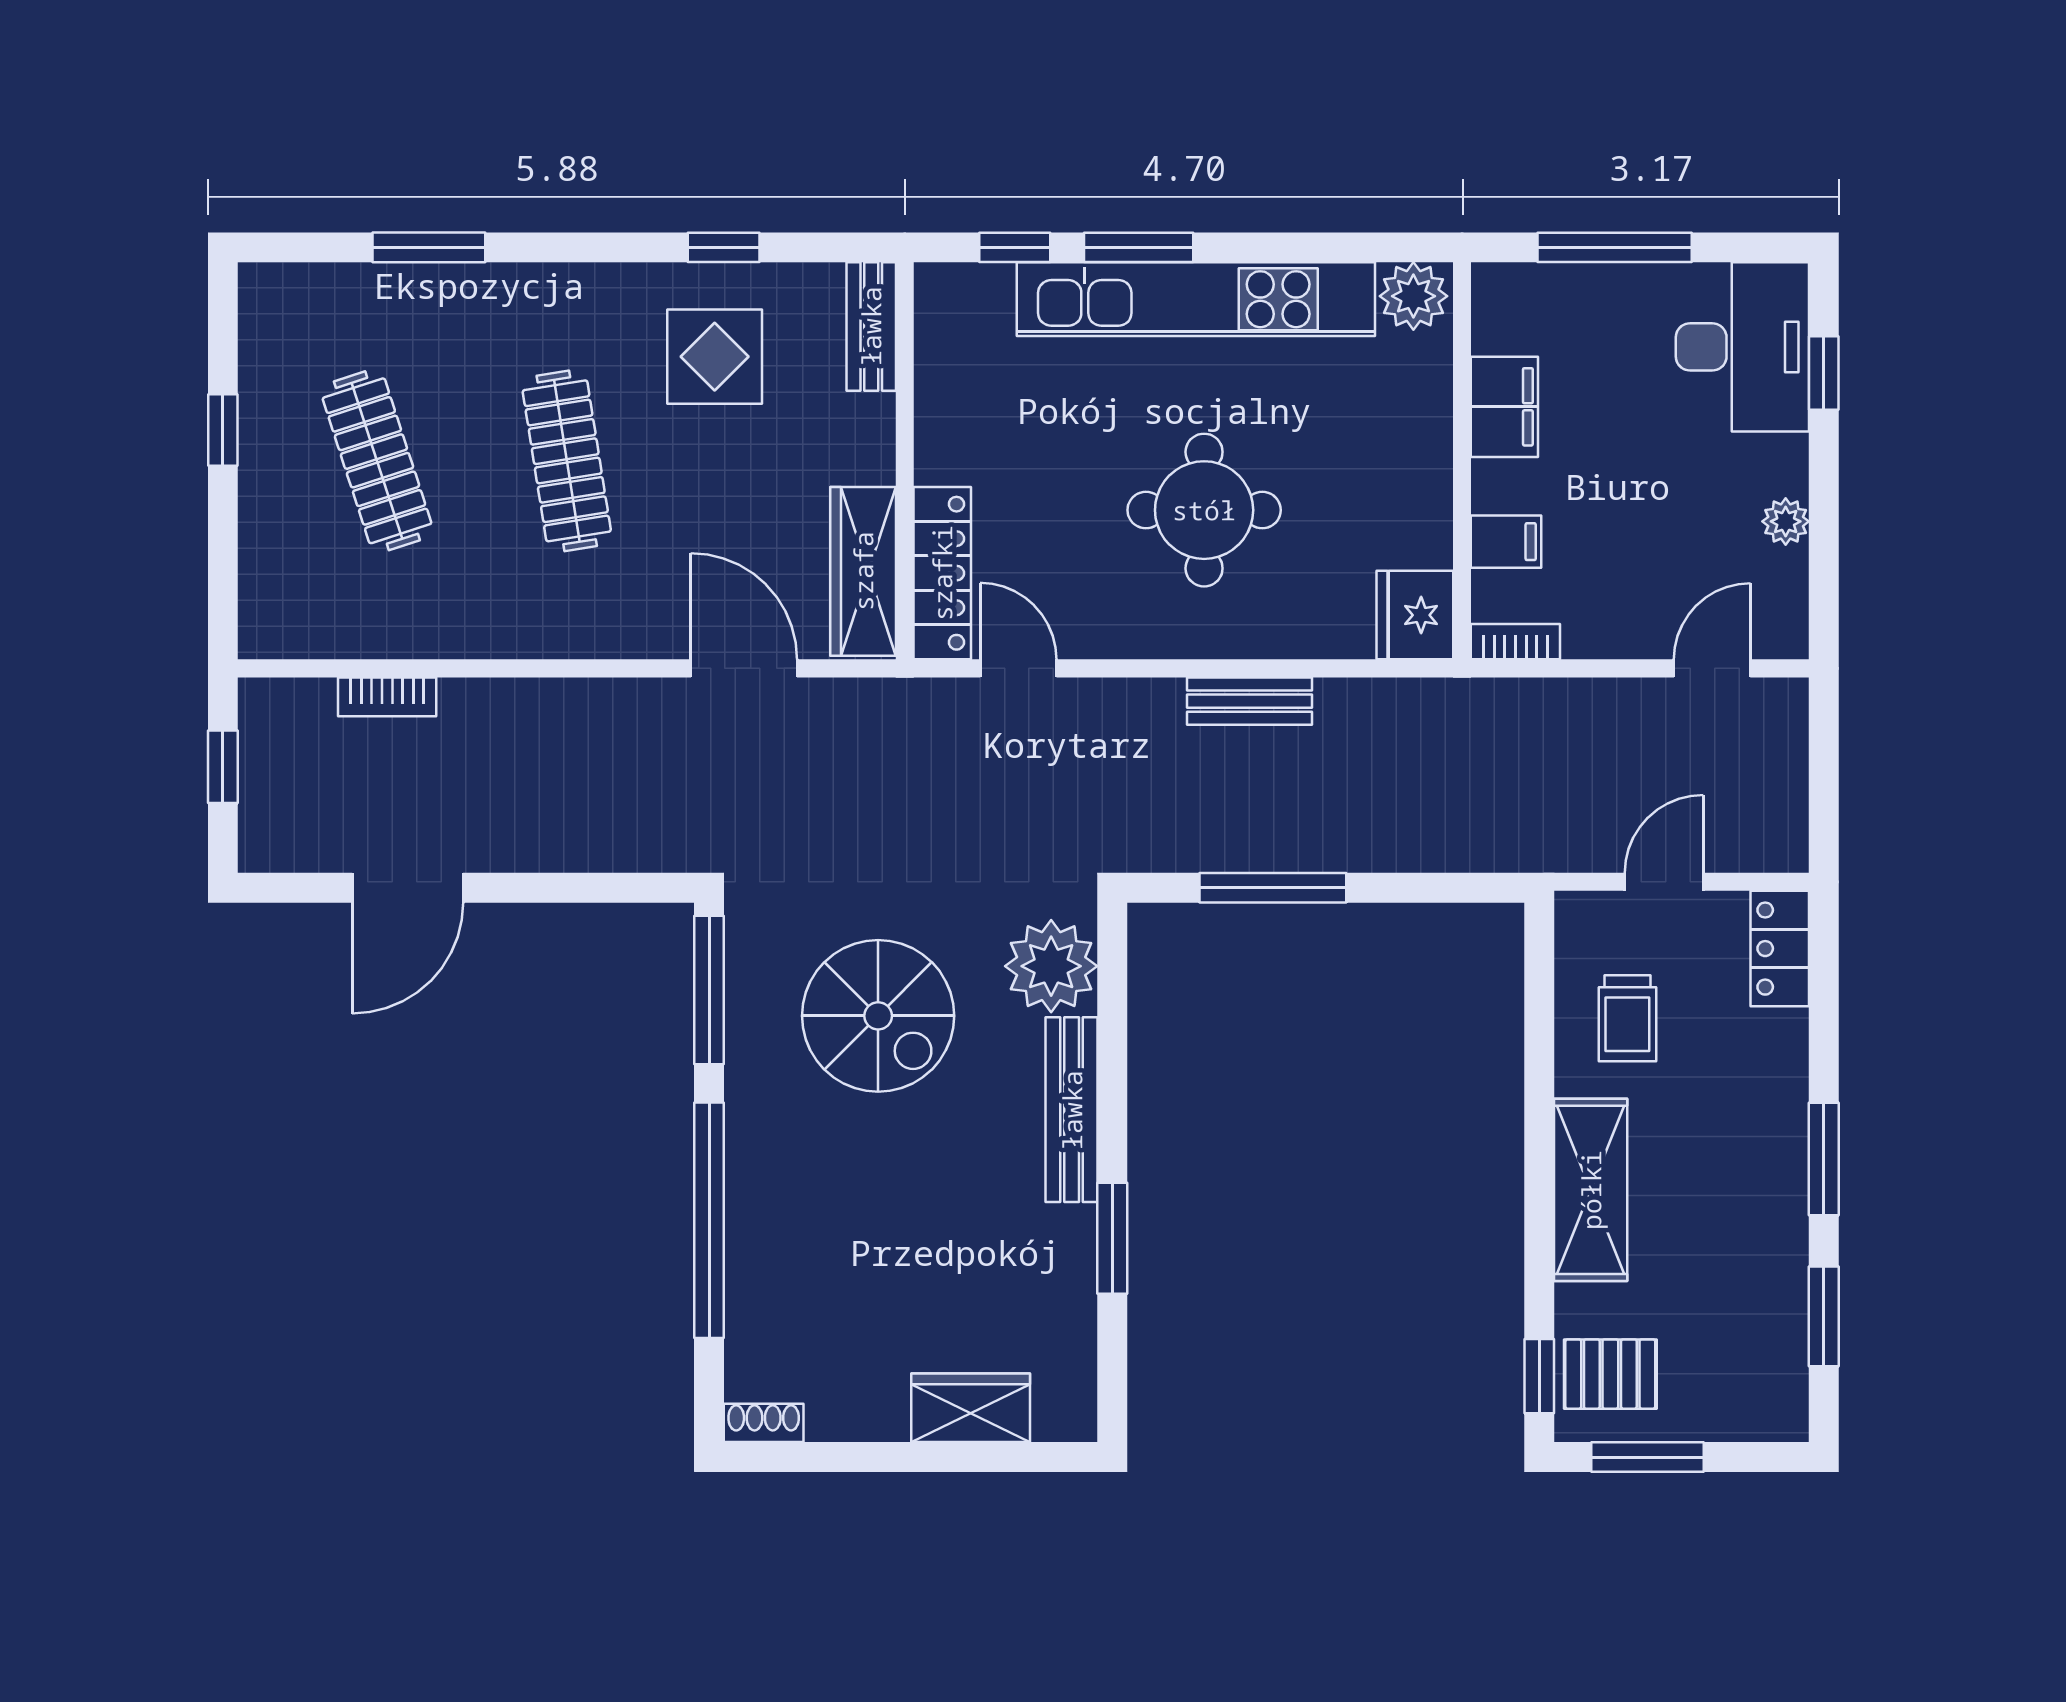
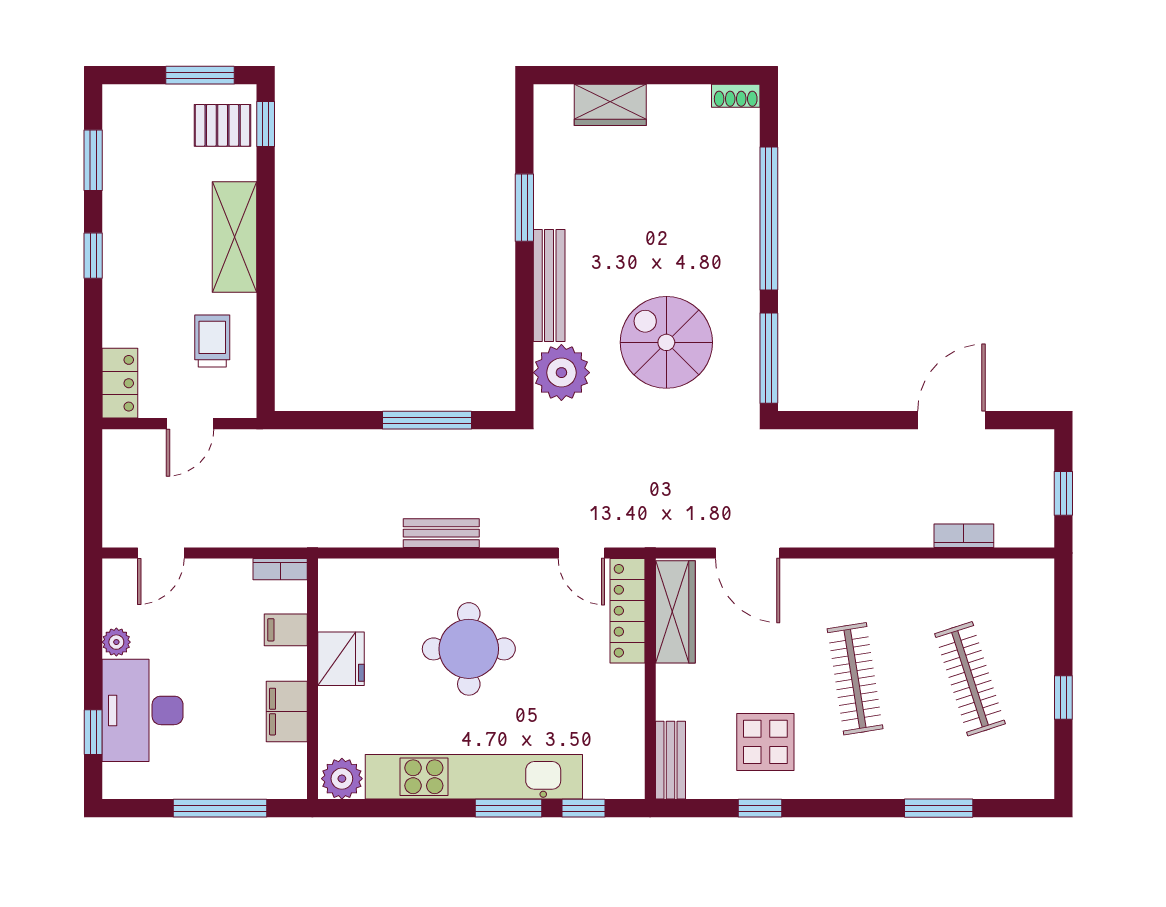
desk: (1742, 347) -> (143, 710), moved
fridge: (1415, 615) -> (341, 659), moved
window: (1824, 1159) -> (93, 256), width x0.67

